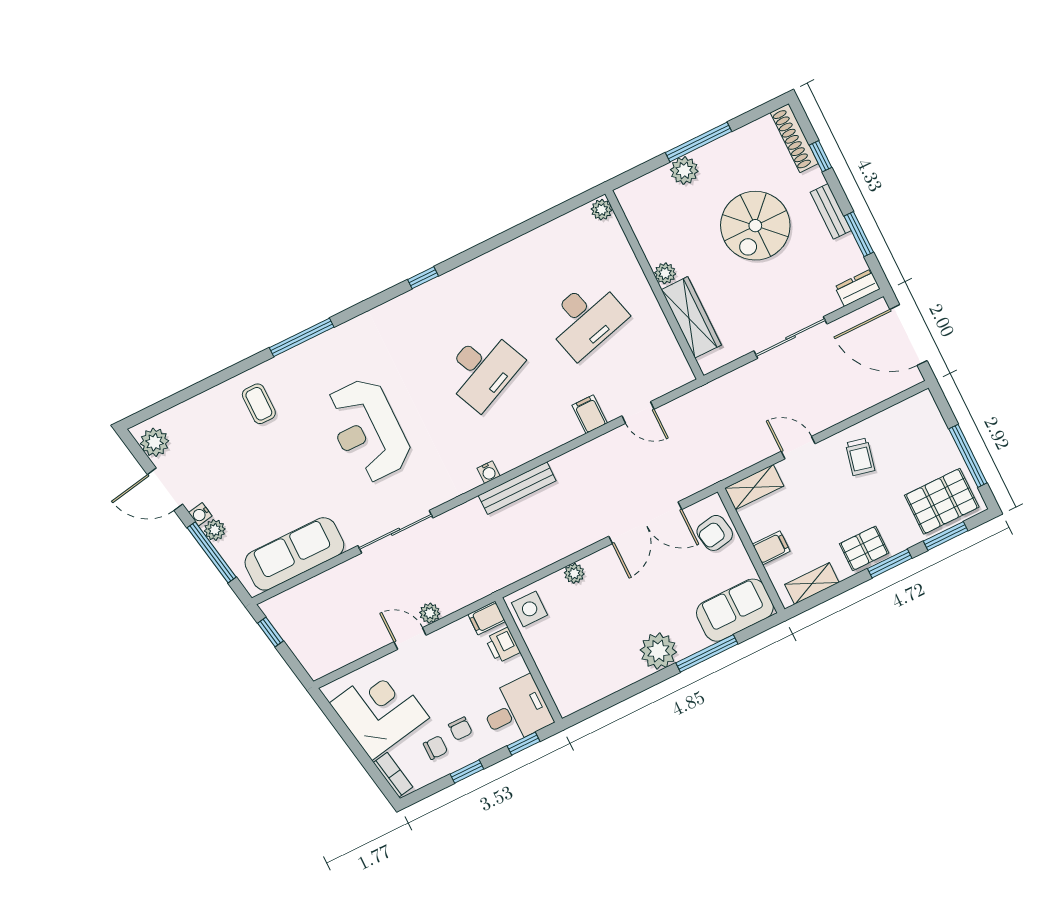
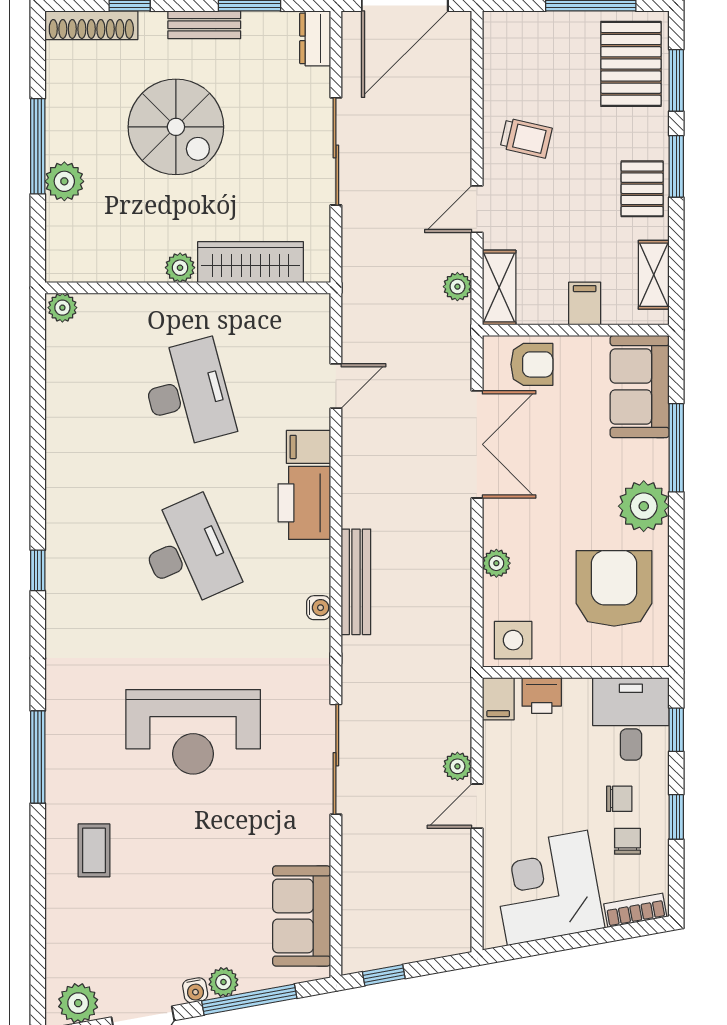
coffee table: (259, 404) -> (94, 850), turned 90
printer: (552, 429) -> (304, 503), added
plant: (742, 460) -> (457, 287), added
armchair: (715, 533) -> (532, 364), turned -80
sofa: (294, 554) -> (302, 916), width x0.73
armchair: (595, 658) -> (614, 588), added

